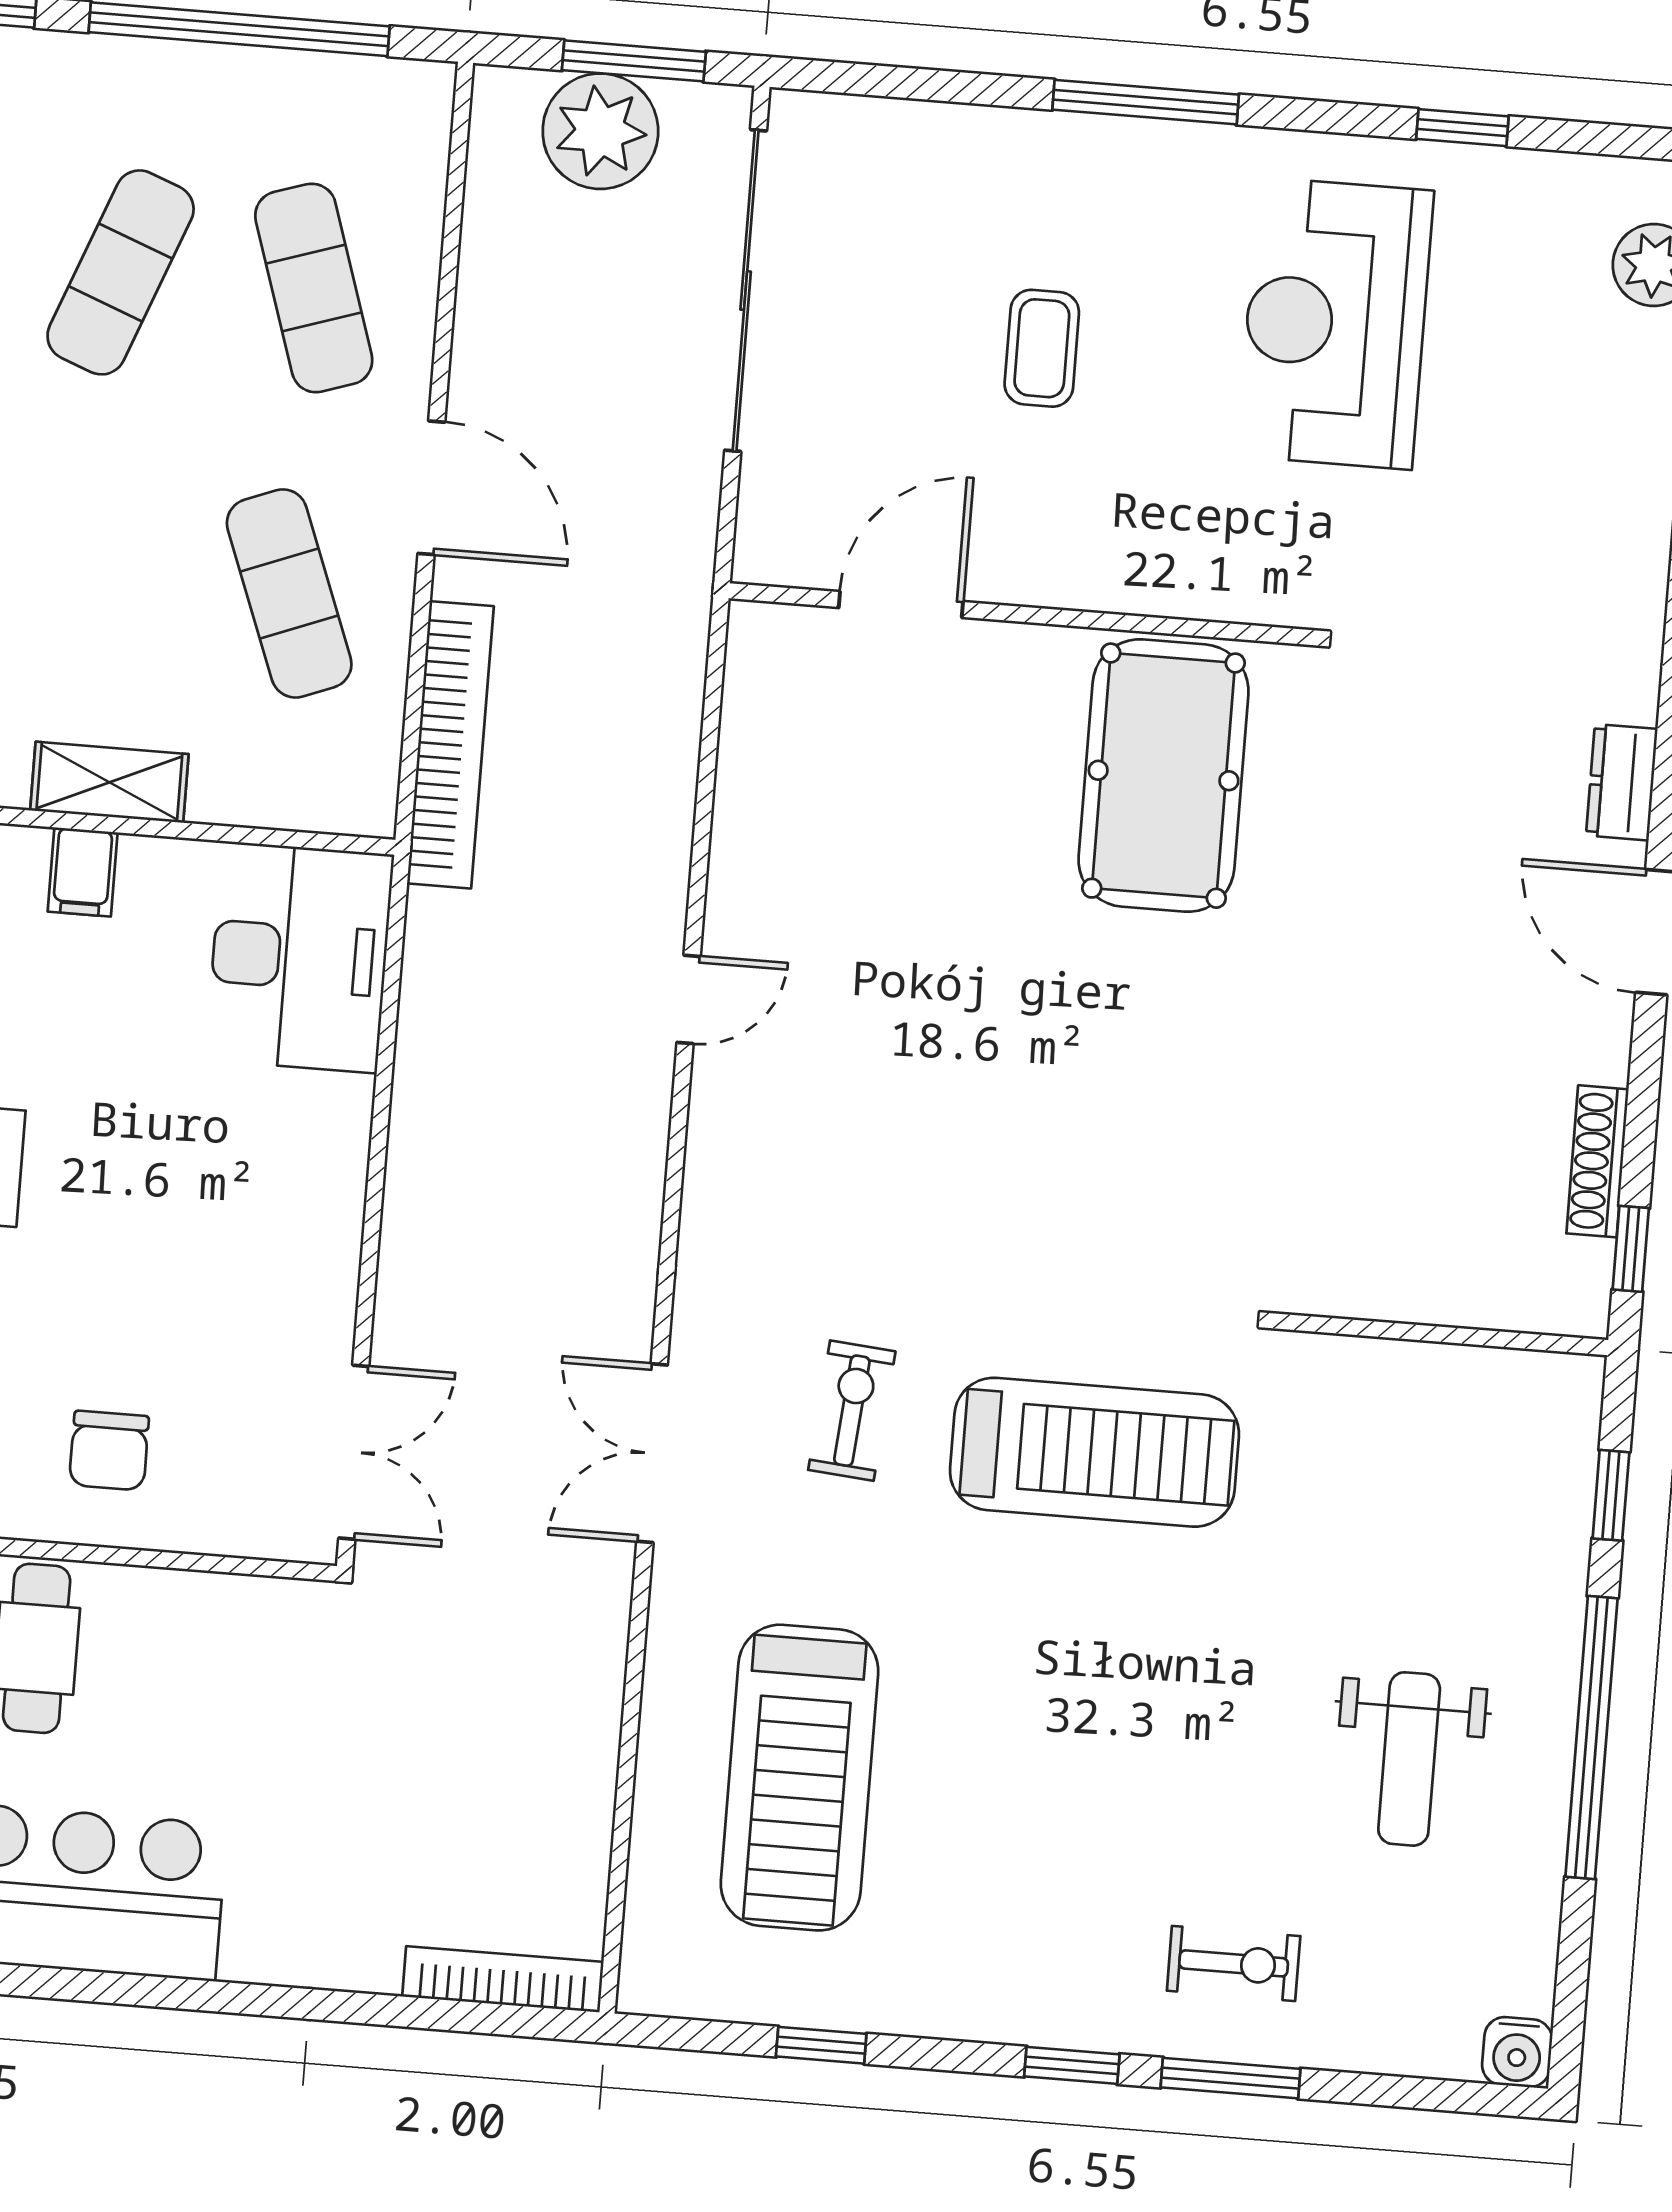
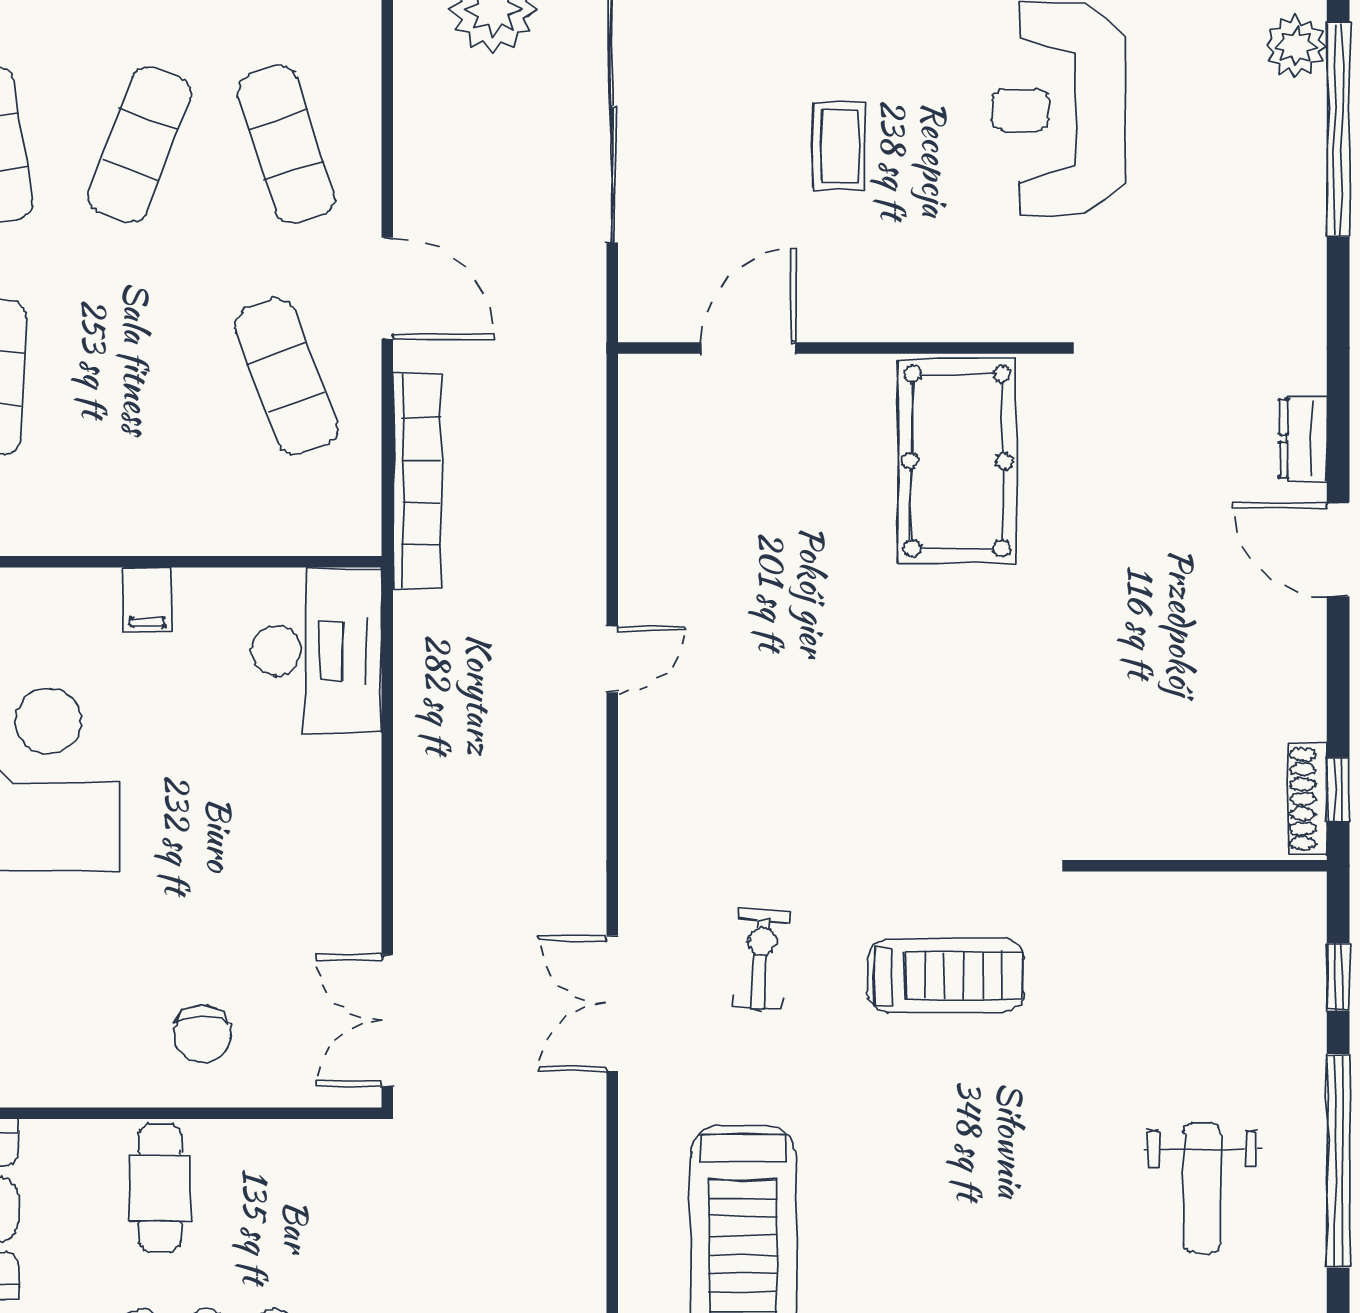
shelving: (109, 782) -> (162, 530), removed
shoe rack: (1597, 1161) -> (1308, 799), moved
double door: (354, 1452) -> (387, 1021), swing flipped
treadmill: (1094, 1452) -> (946, 976), width x0.73, depth x0.73

